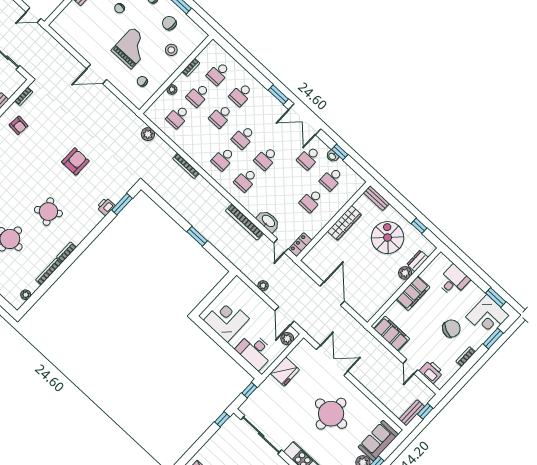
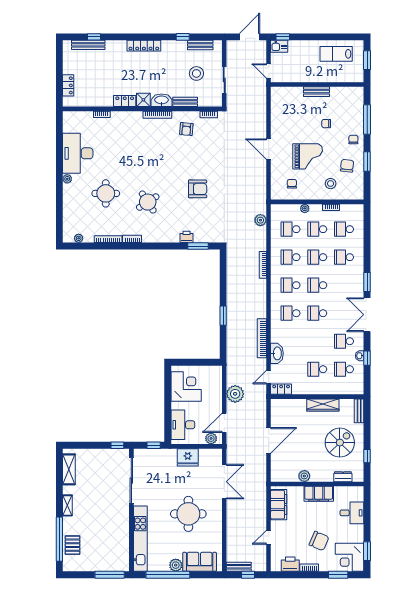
school desk: (201, 138) -> (290, 257), added
plant: (405, 273) -> (304, 476), moved
plant: (263, 286) -> (235, 394), width x1.87, depth x1.87
printer: (431, 372) -> (290, 564), moved, turned -90

